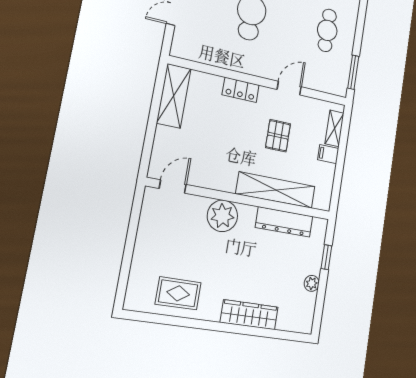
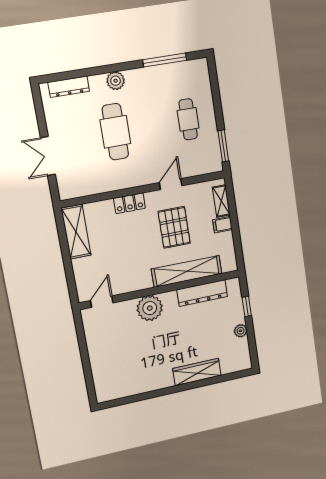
pallet: (278, 136) -> (174, 227), width x1.50, depth x1.42
rug: (178, 293) -> (135, 377), removed

